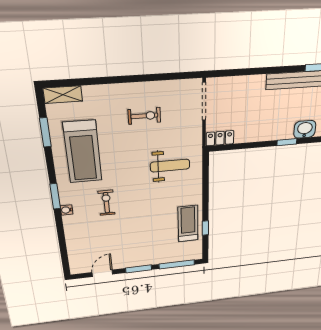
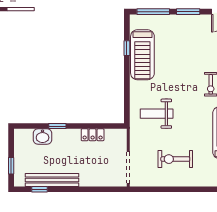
exercise bike: (144, 116) -> (175, 159), width x1.38, depth x1.39
locker: (220, 138) -> (93, 135), moved
treadmill: (188, 224) -> (142, 55), width x1.37, depth x1.38

